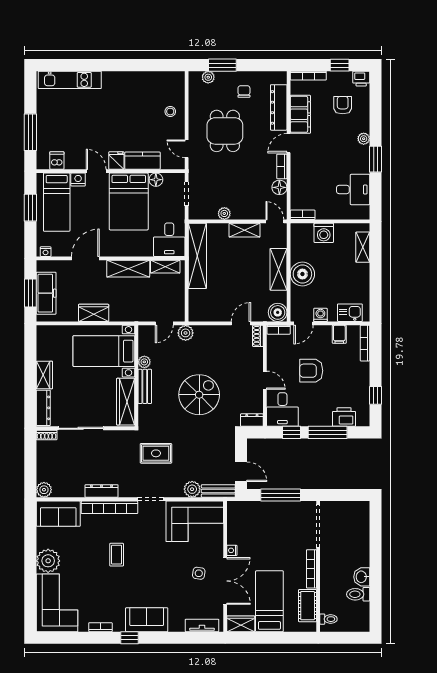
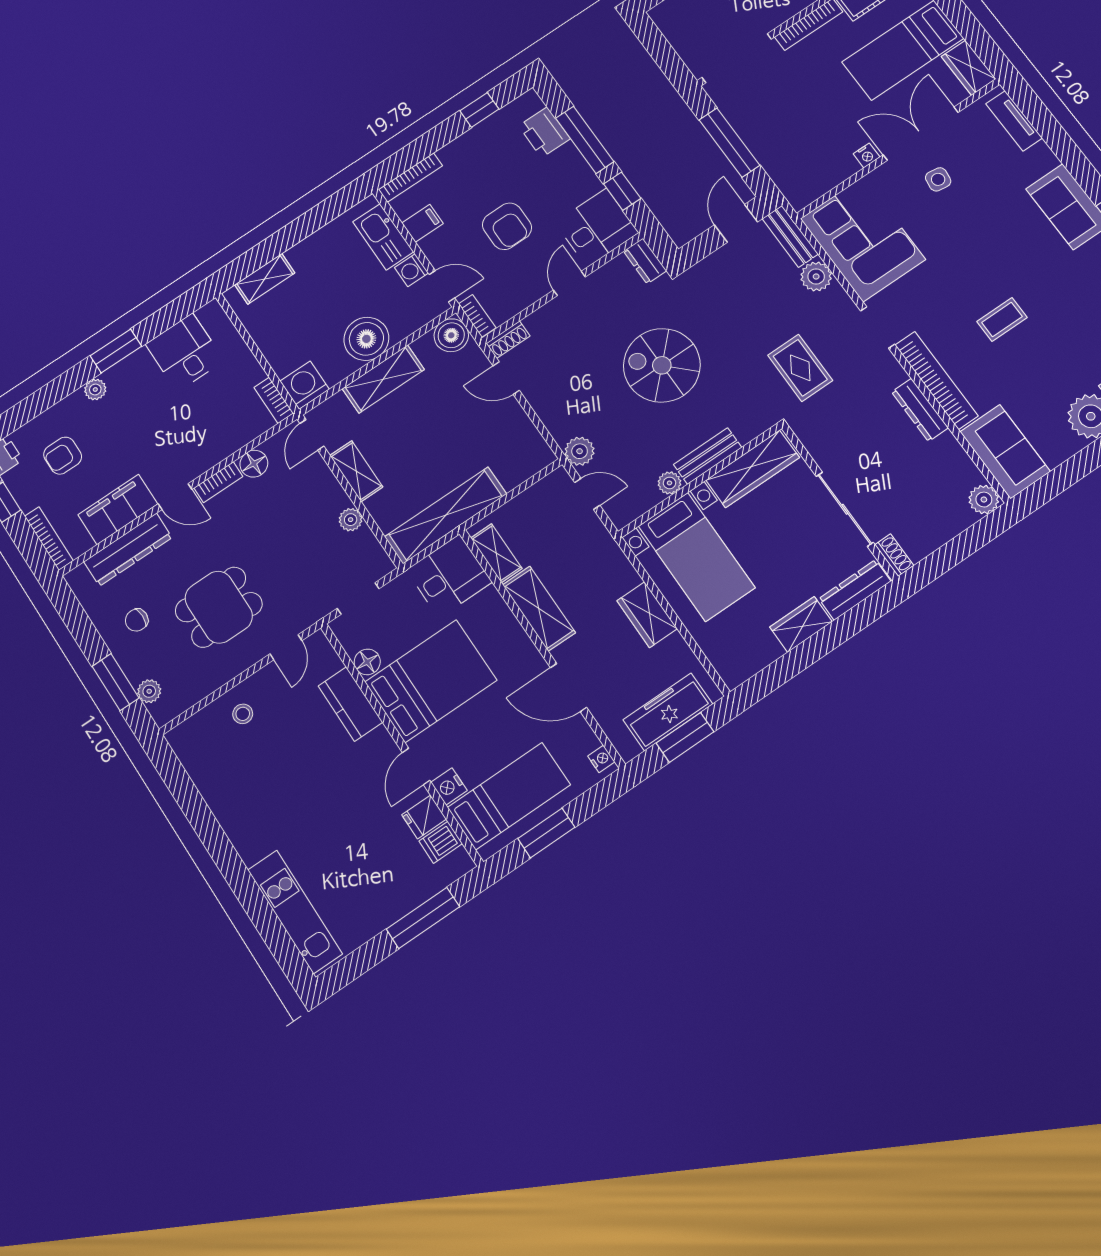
fridge: (116, 161) -> (424, 817), moved
washing machine: (324, 233) -> (305, 385), moved, turned -90
kitchen sink: (350, 313) -> (383, 237), width x1.38

